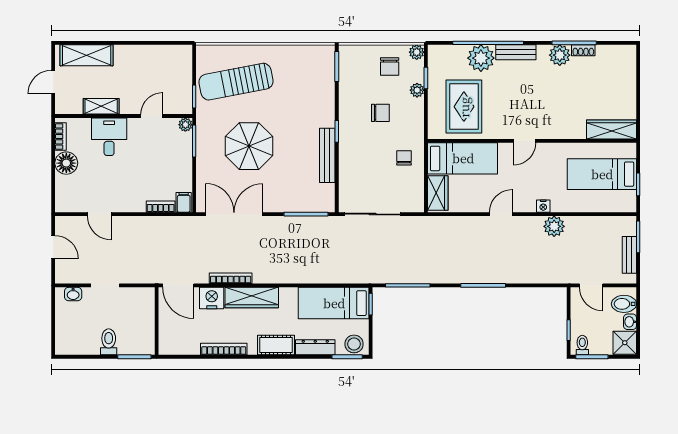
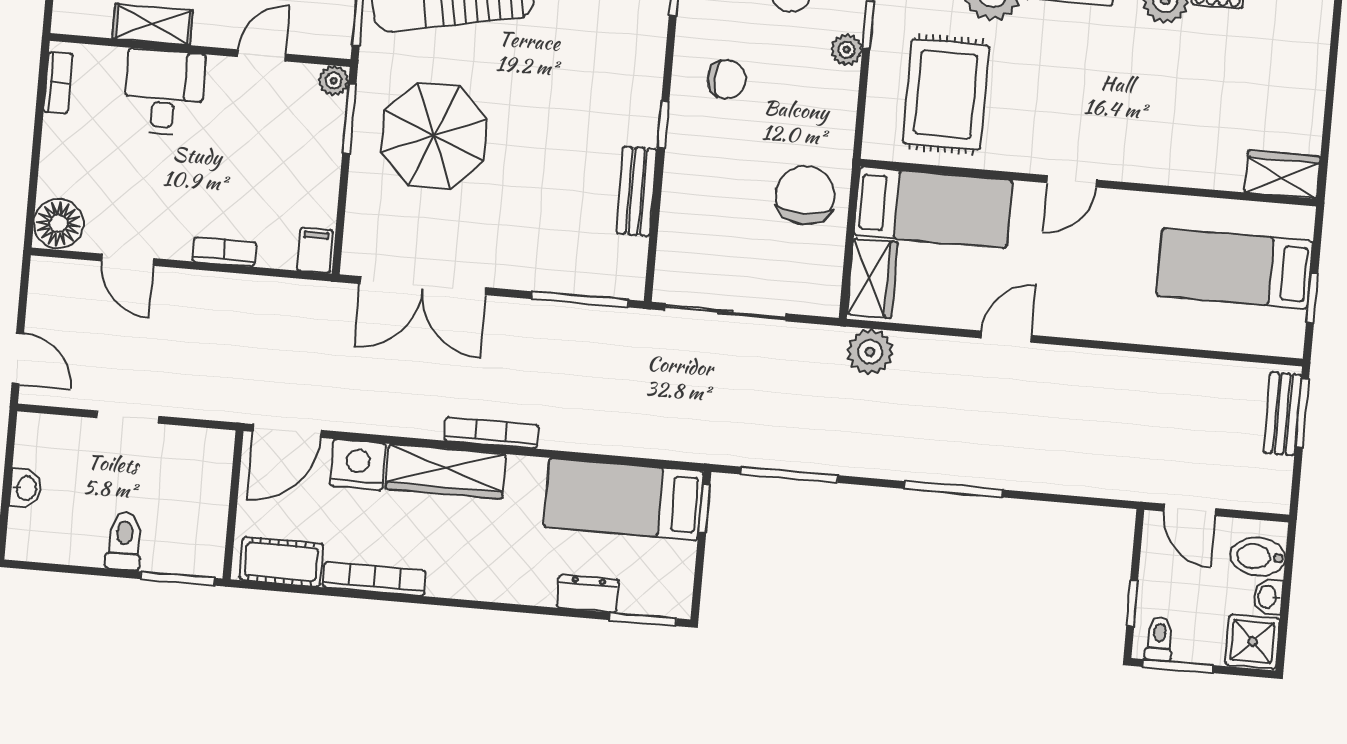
chair: (380, 113) -> (727, 79), moved
wardrobe: (611, 130) -> (1282, 175), width x0.67
parasol: (249, 146) -> (434, 136), moved
bench: (327, 155) -> (637, 191), width x0.73
chair: (404, 158) -> (805, 195), width x1.87, depth x1.87
floor lamp: (66, 163) -> (58, 224), moved
nightstand: (543, 206) -> (1100, 327), removed
bookcase: (161, 207) -> (224, 252), moved
double door: (234, 214) -> (423, 286), swing flipped
plant: (554, 226) -> (870, 352), moved
door: (53, 247) -> (18, 359), moved
bench: (629, 255) -> (1282, 414), moved
bookcase: (231, 278) -> (491, 433), moved
door: (178, 285) -> (287, 431), hinge flipped
washbasin: (73, 294) -> (26, 488), moved, turned -90
stool: (354, 344) -> (660, 593), removed
cot: (276, 345) -> (281, 562), moved
dresser: (315, 347) -> (588, 594), width x0.70

